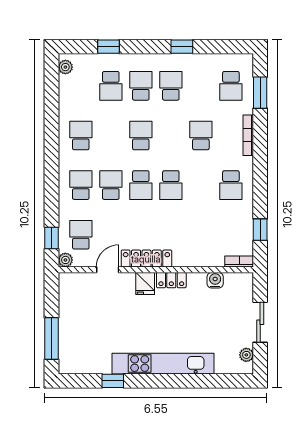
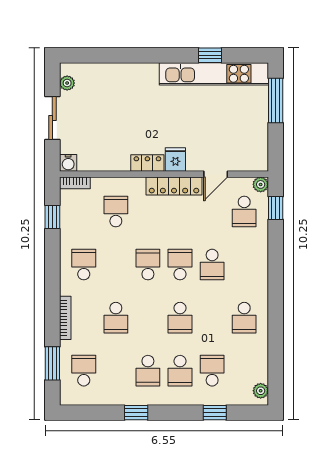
school desk: (81, 185) -> (116, 212), moved, turned 180
water cooler: (215, 280) -> (68, 163), moved
kitchen unit: (163, 364) -> (214, 74), moved

